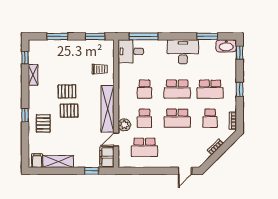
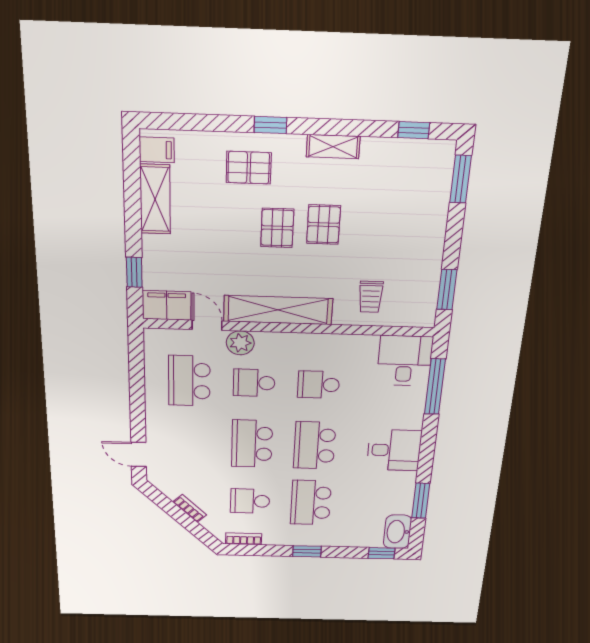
window: (57, 36) -> (461, 179), moved
desk: (183, 52) -> (394, 450), width x0.73
shelving: (33, 75) -> (333, 147), moved

